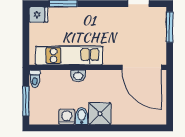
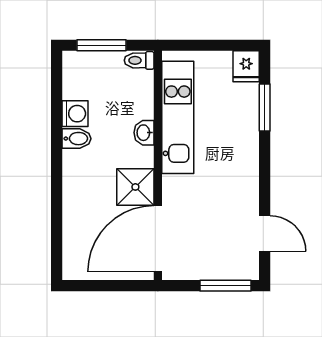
shower: (100, 114) -> (135, 187), moved

